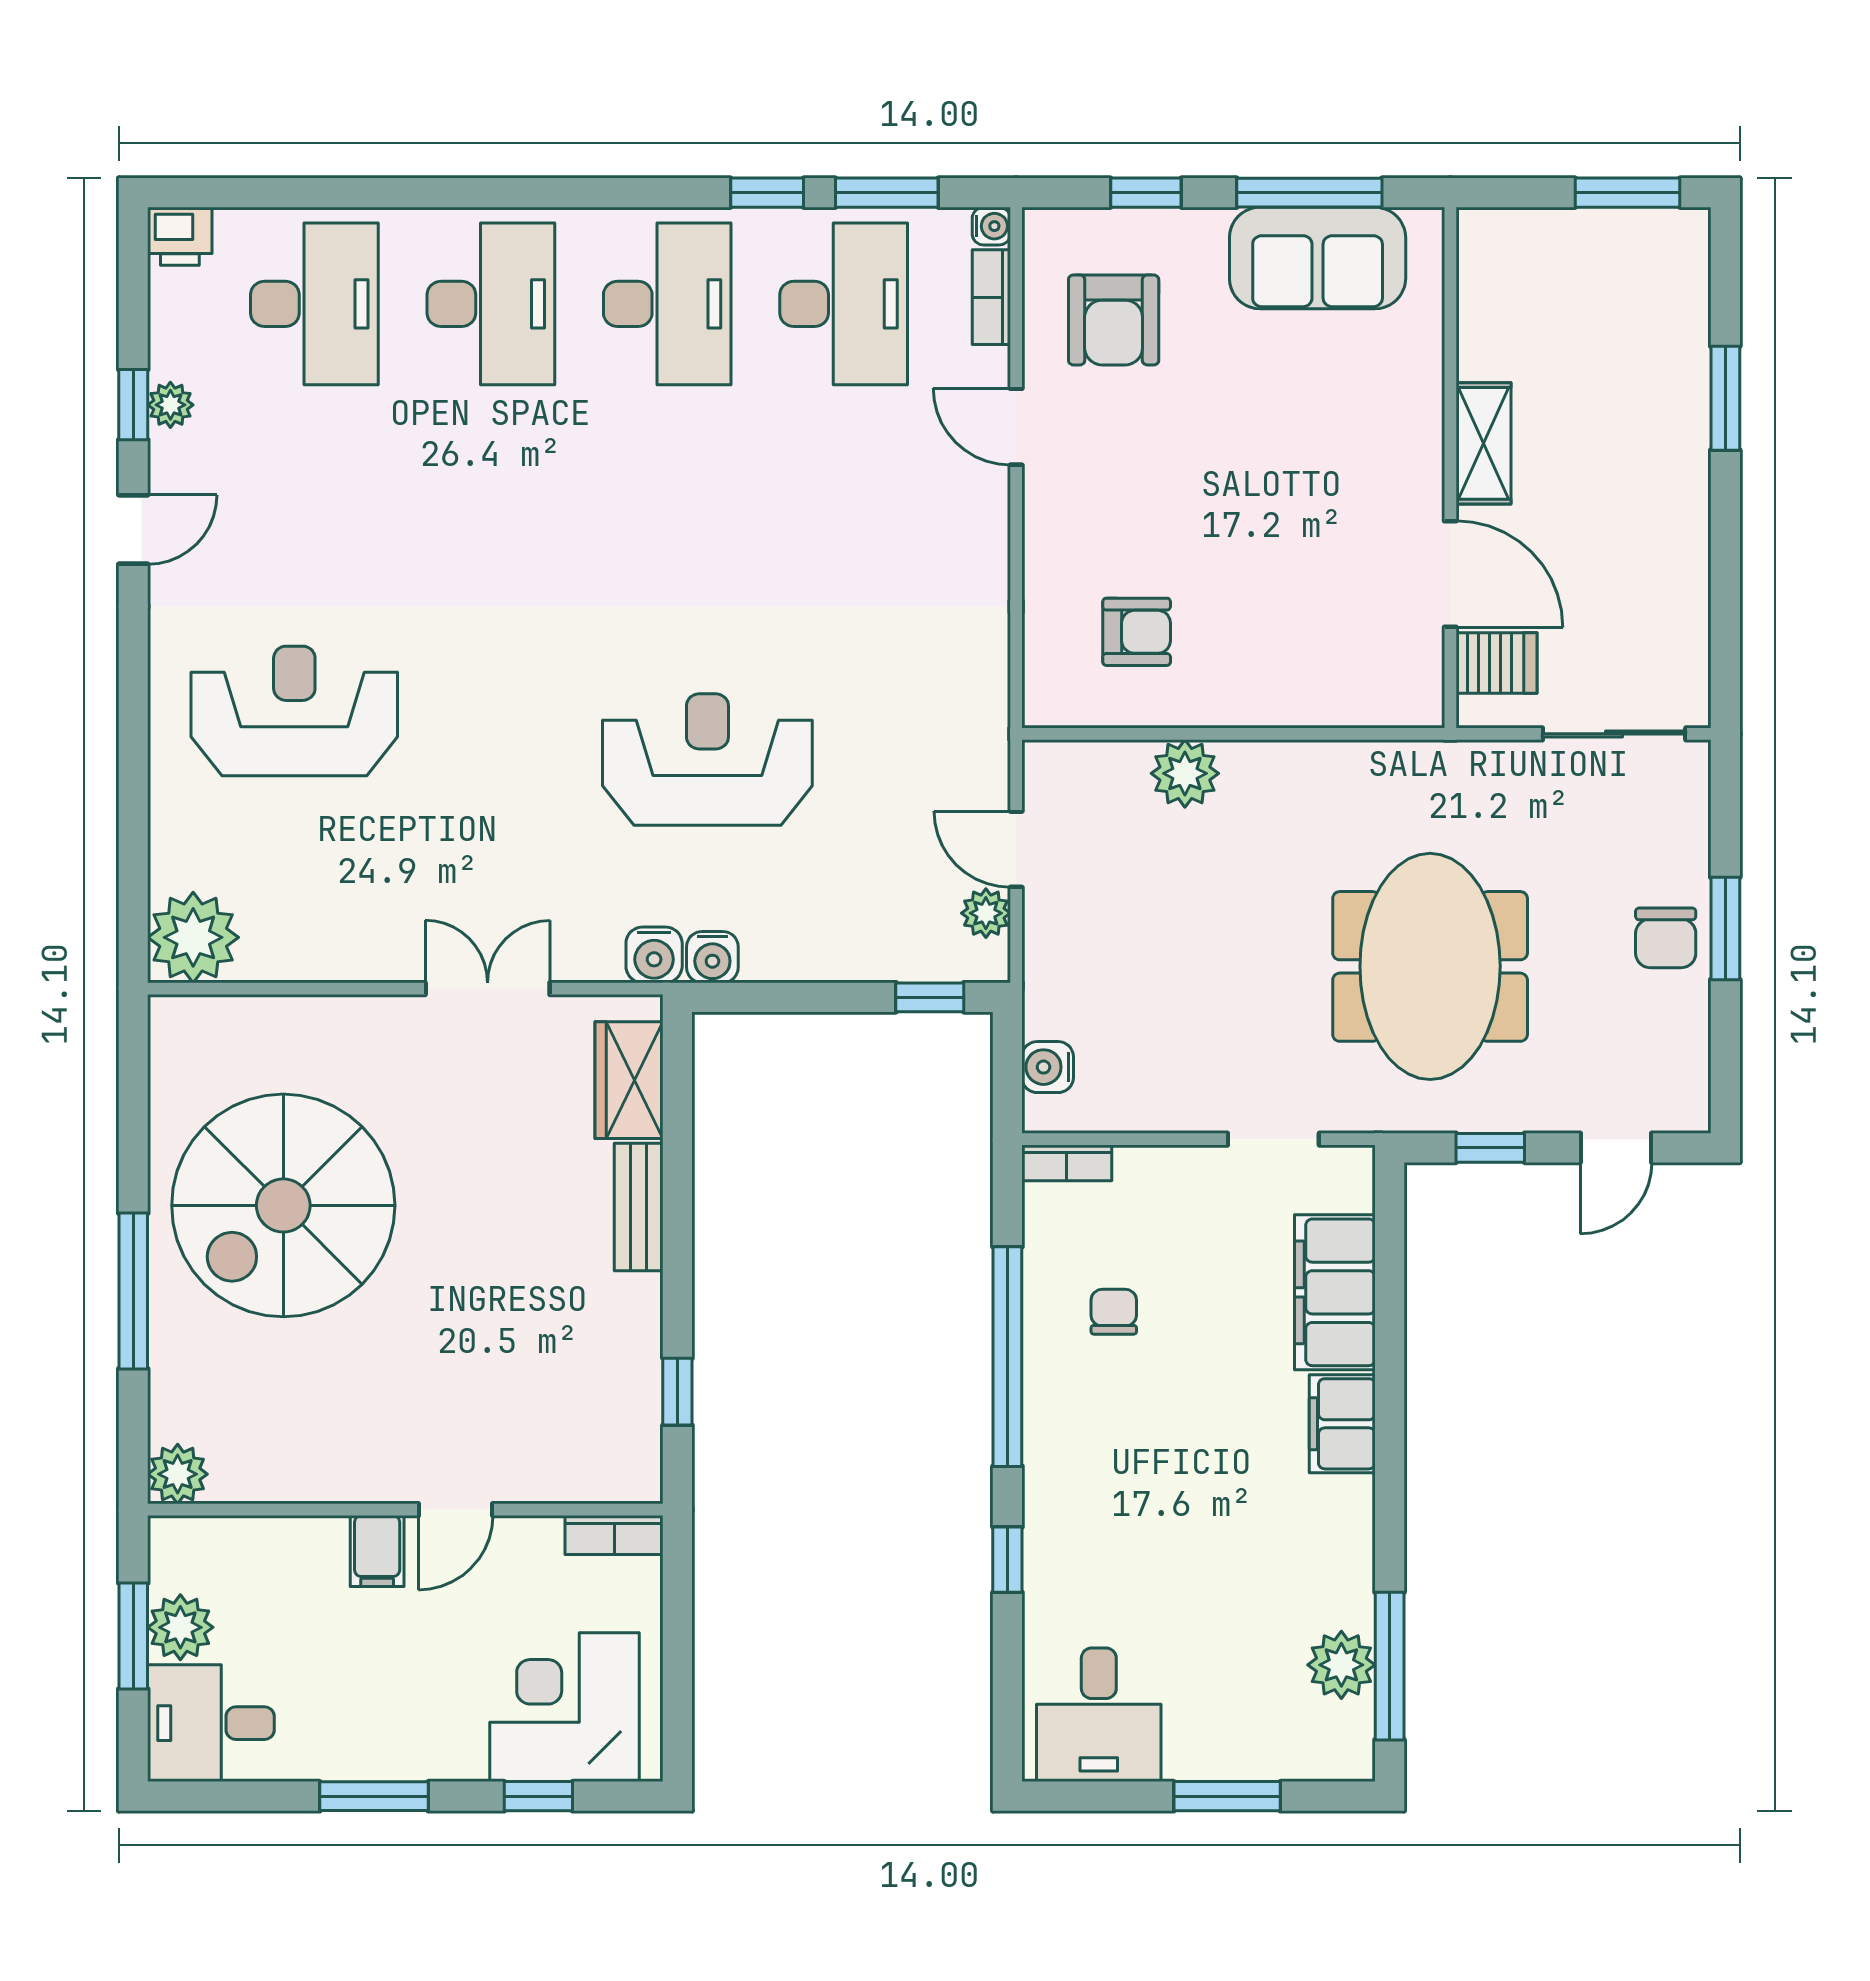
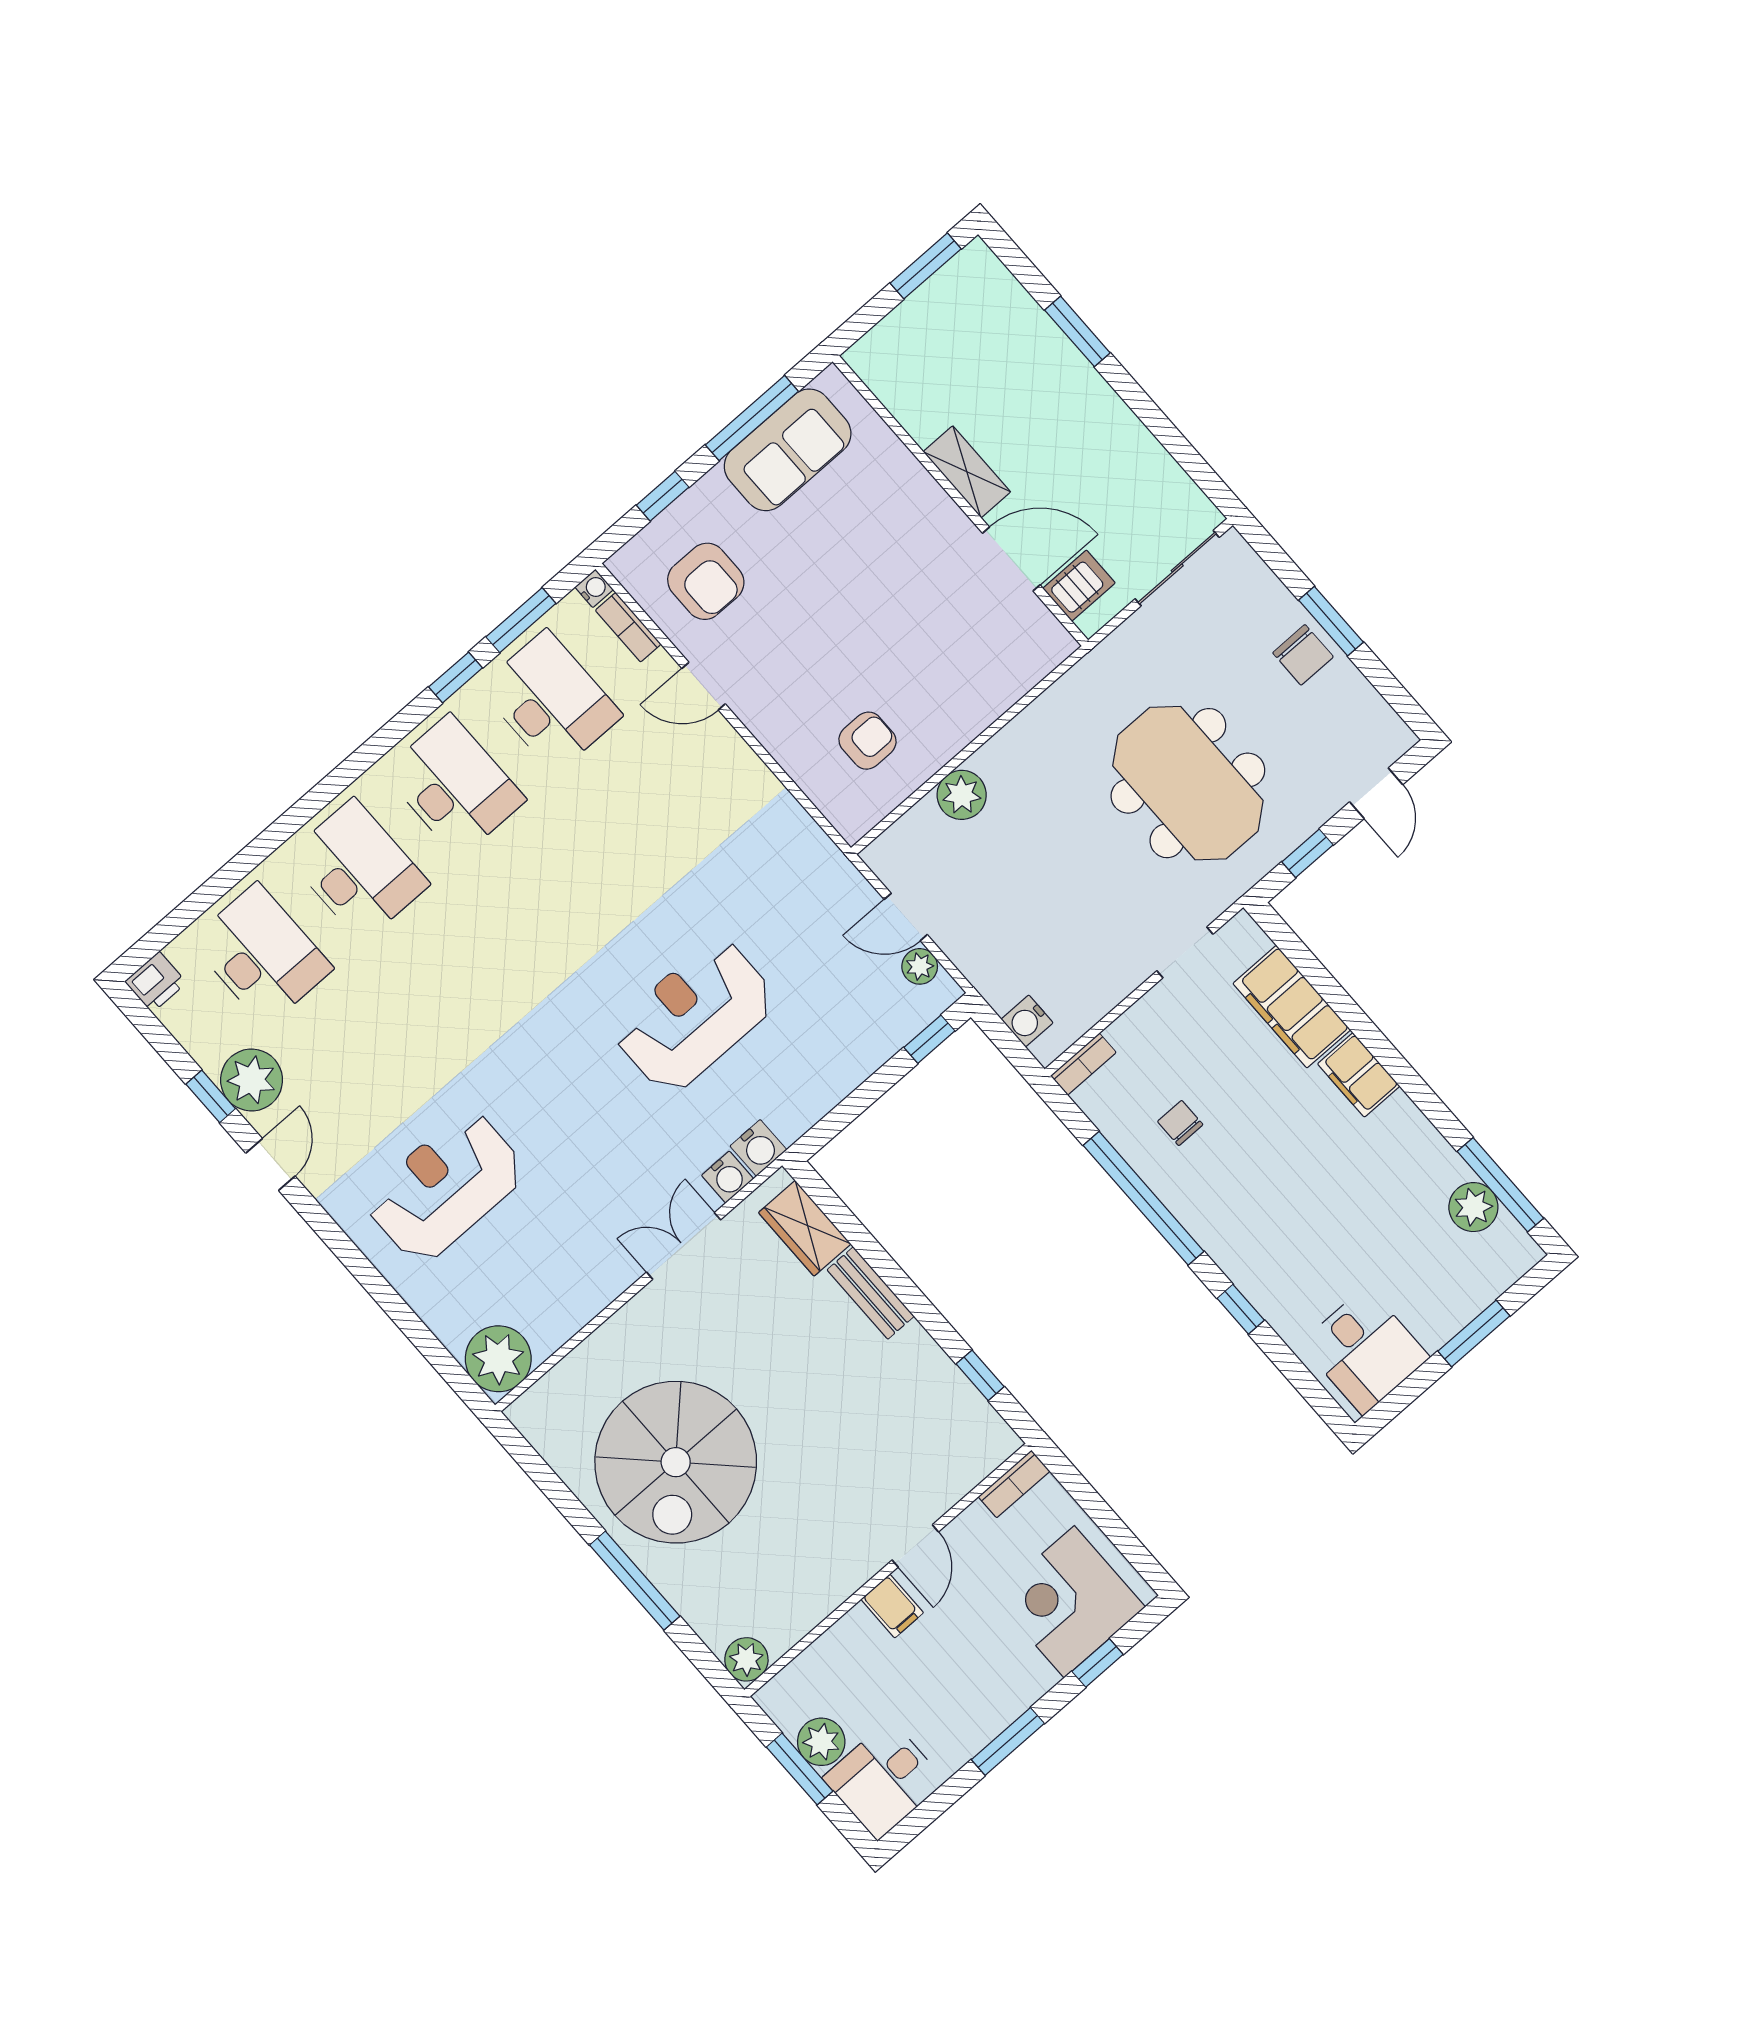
plant: (170, 405) -> (252, 1080), width x1.87, depth x1.87
water cooler: (712, 957) -> (728, 1177), moved

